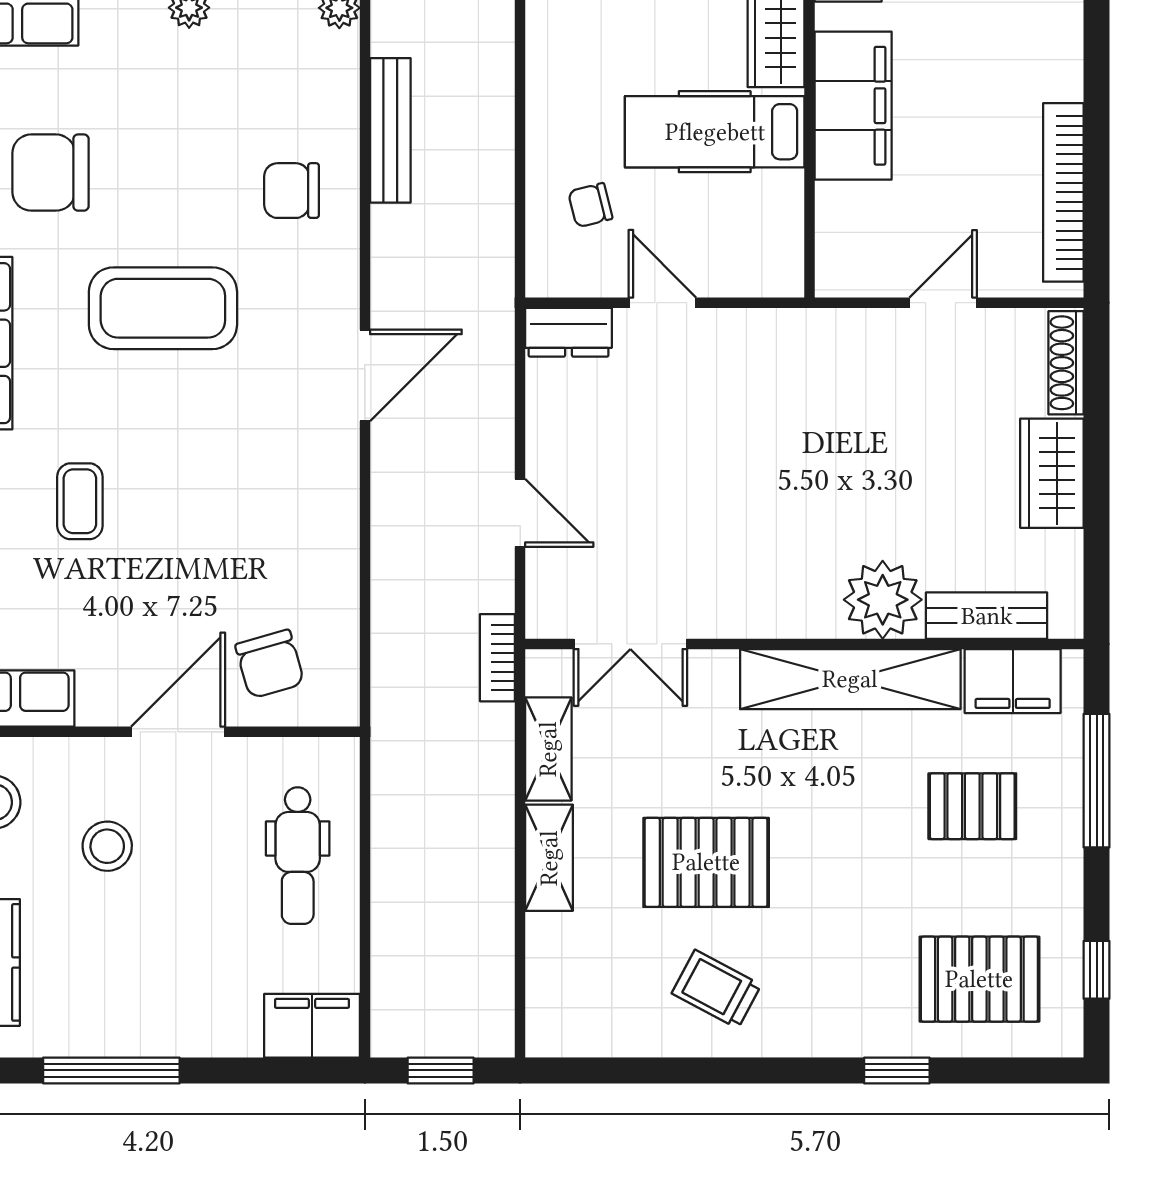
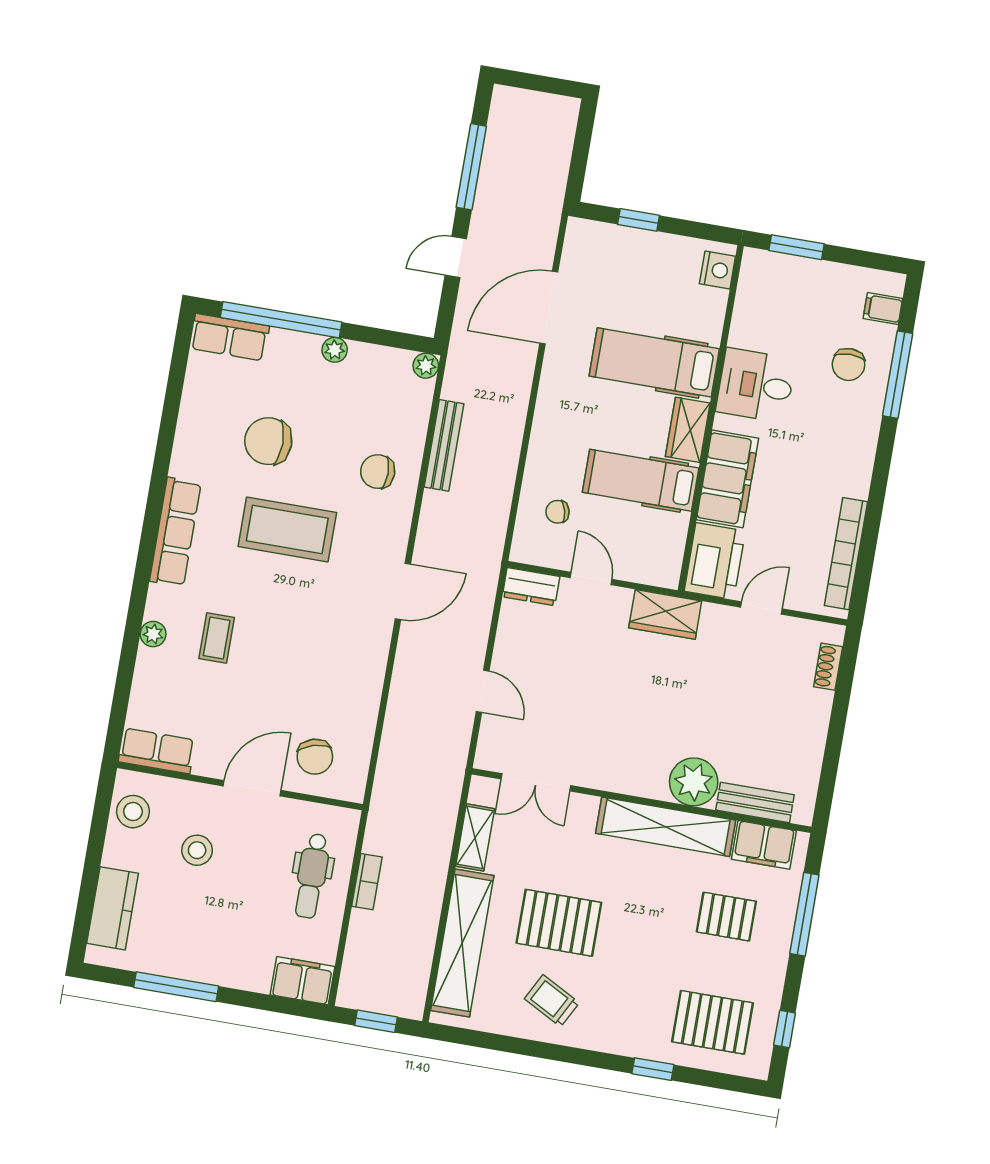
chair: (51, 173) -> (268, 441), moved
printer: (856, 241) -> (715, 561), added
shoe rack: (1066, 363) -> (828, 667), width x0.70
wardrobe: (1052, 473) -> (665, 614), moved, turned -90
bookcase: (497, 658) -> (367, 882), moved, turned 180
shelving: (549, 858) -> (462, 943), width x2.20, depth x1.33

